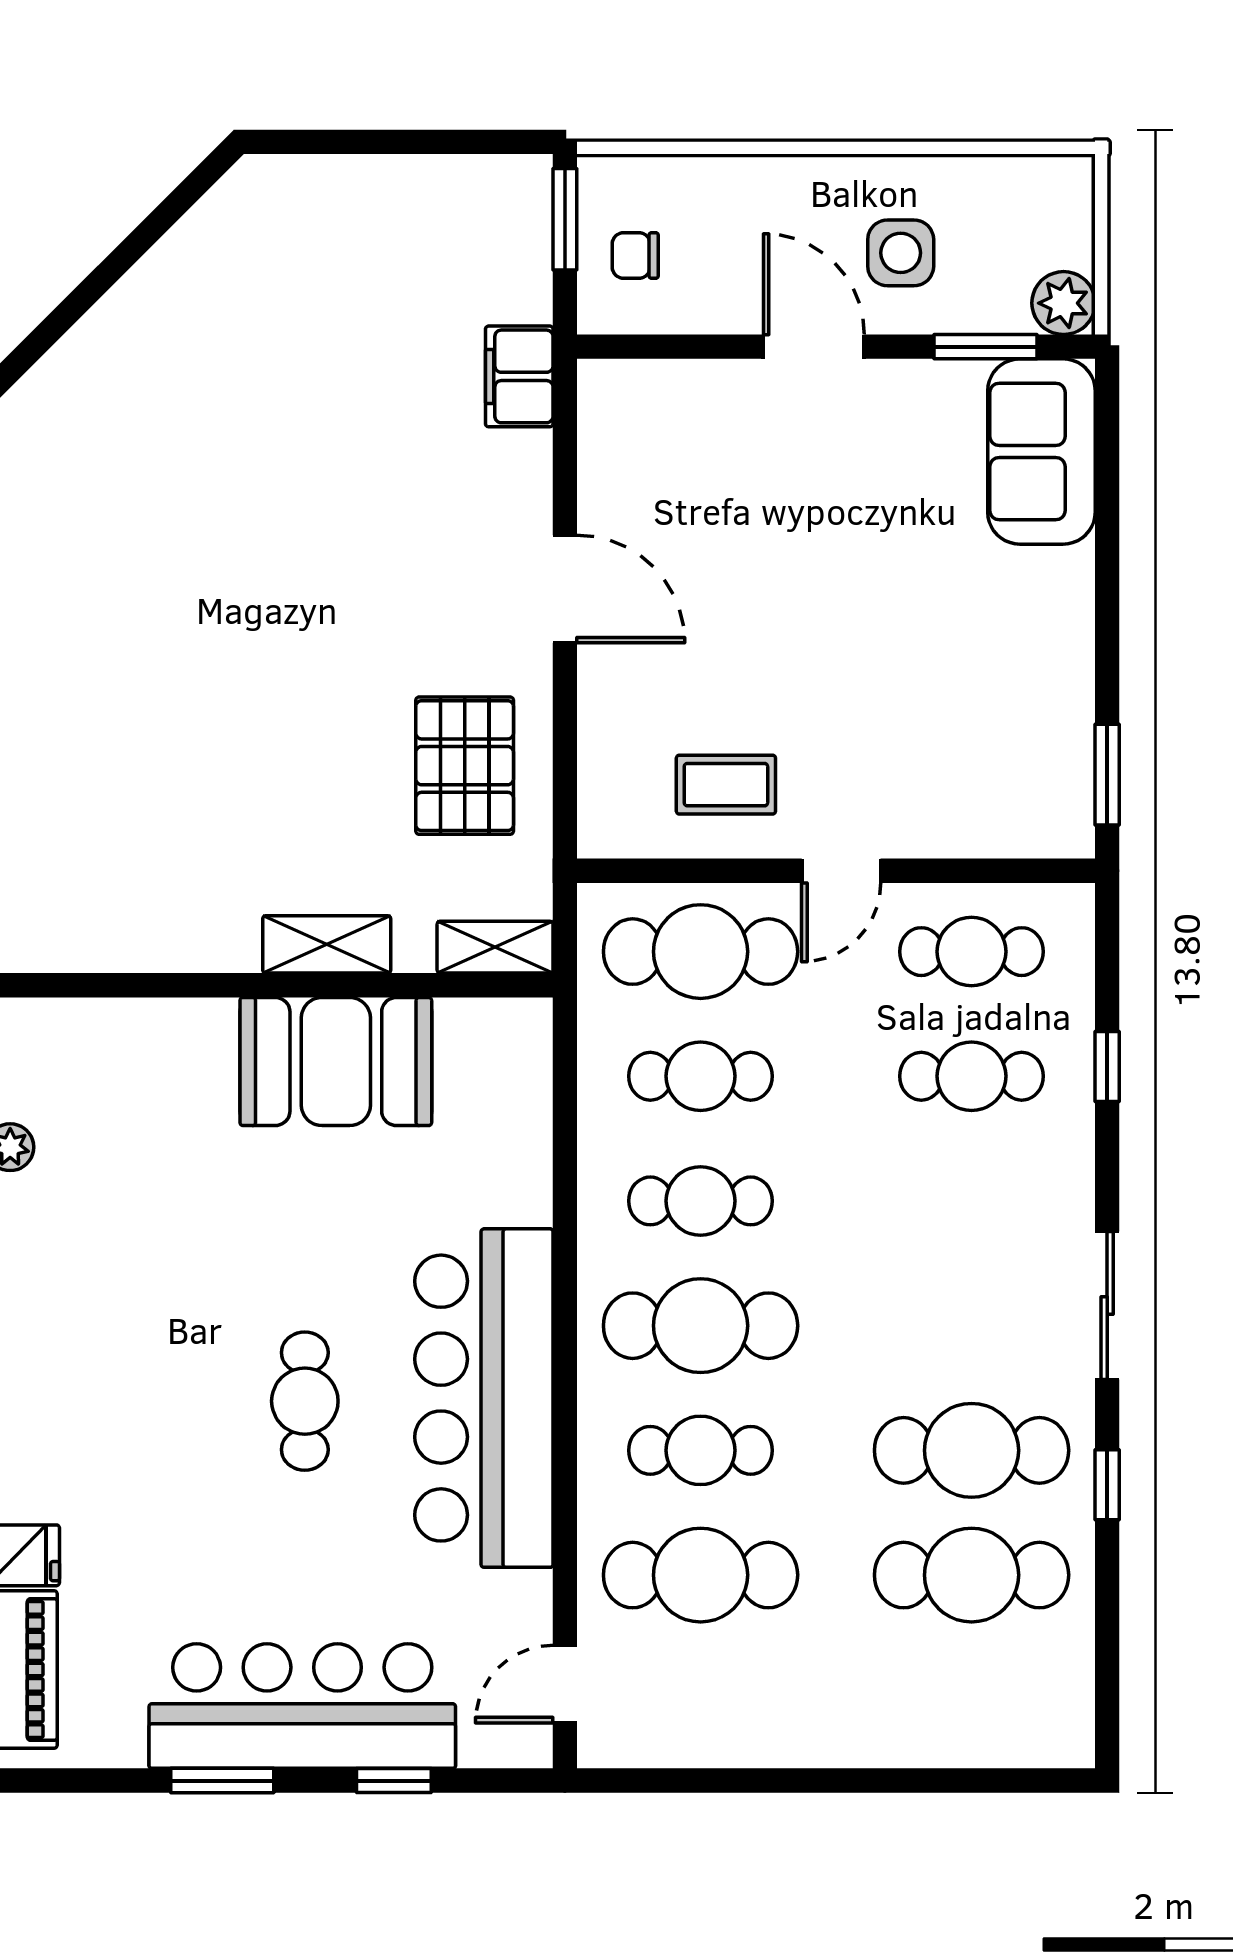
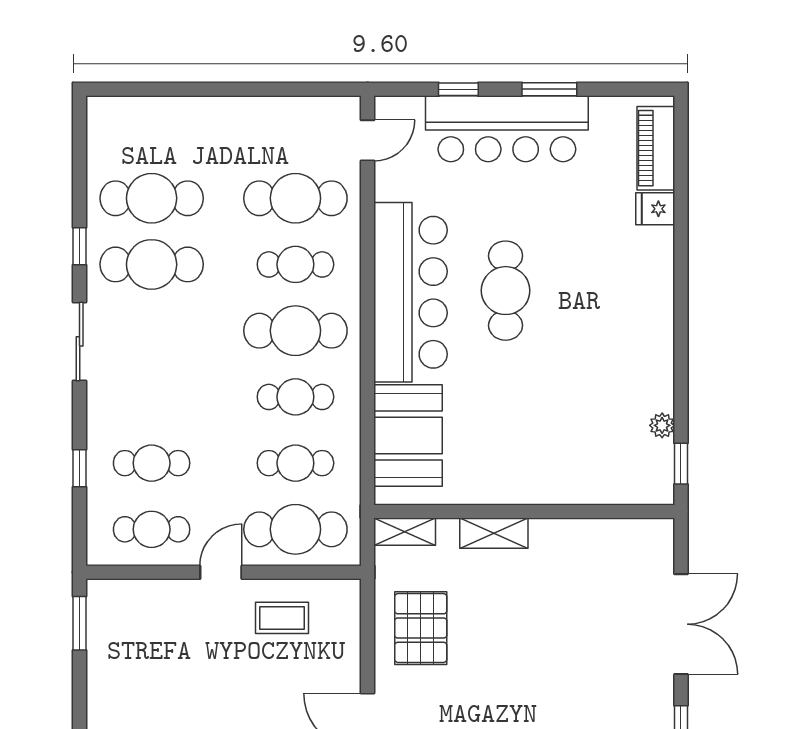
booth: (336, 1062) -> (408, 436), moved, turned 90
cafe table: (305, 1401) -> (506, 291), width x1.37, depth x1.35

